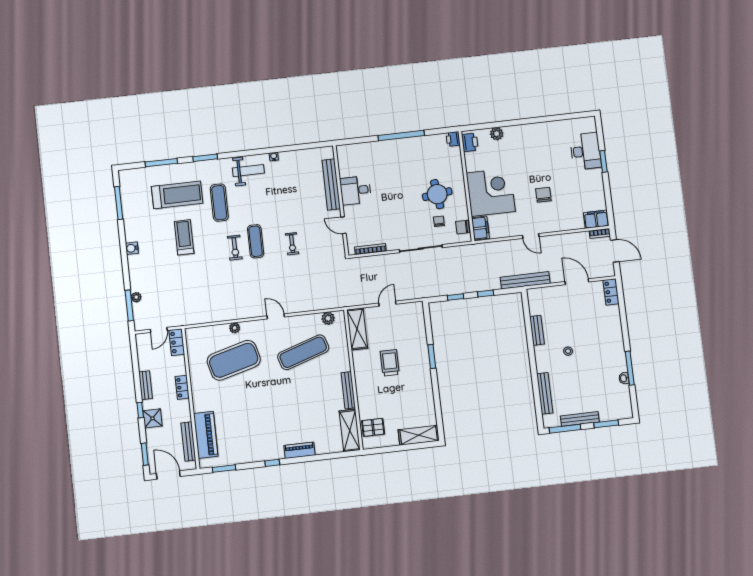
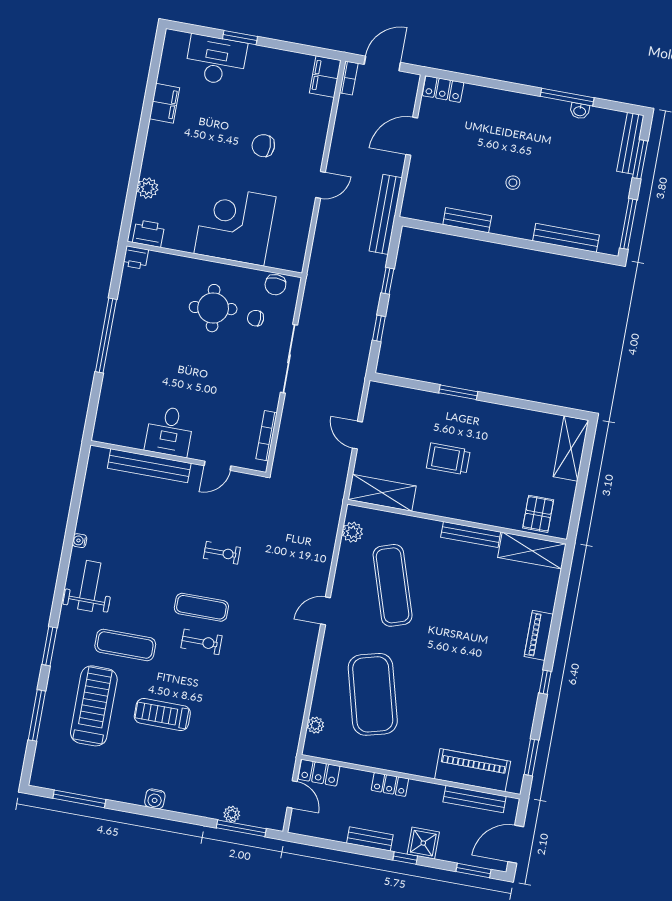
filing cabinet: (480, 228) -> (165, 103), moved, turned 90
plant: (235, 328) -> (315, 725), moved
bench: (580, 419) -> (630, 143), moved

